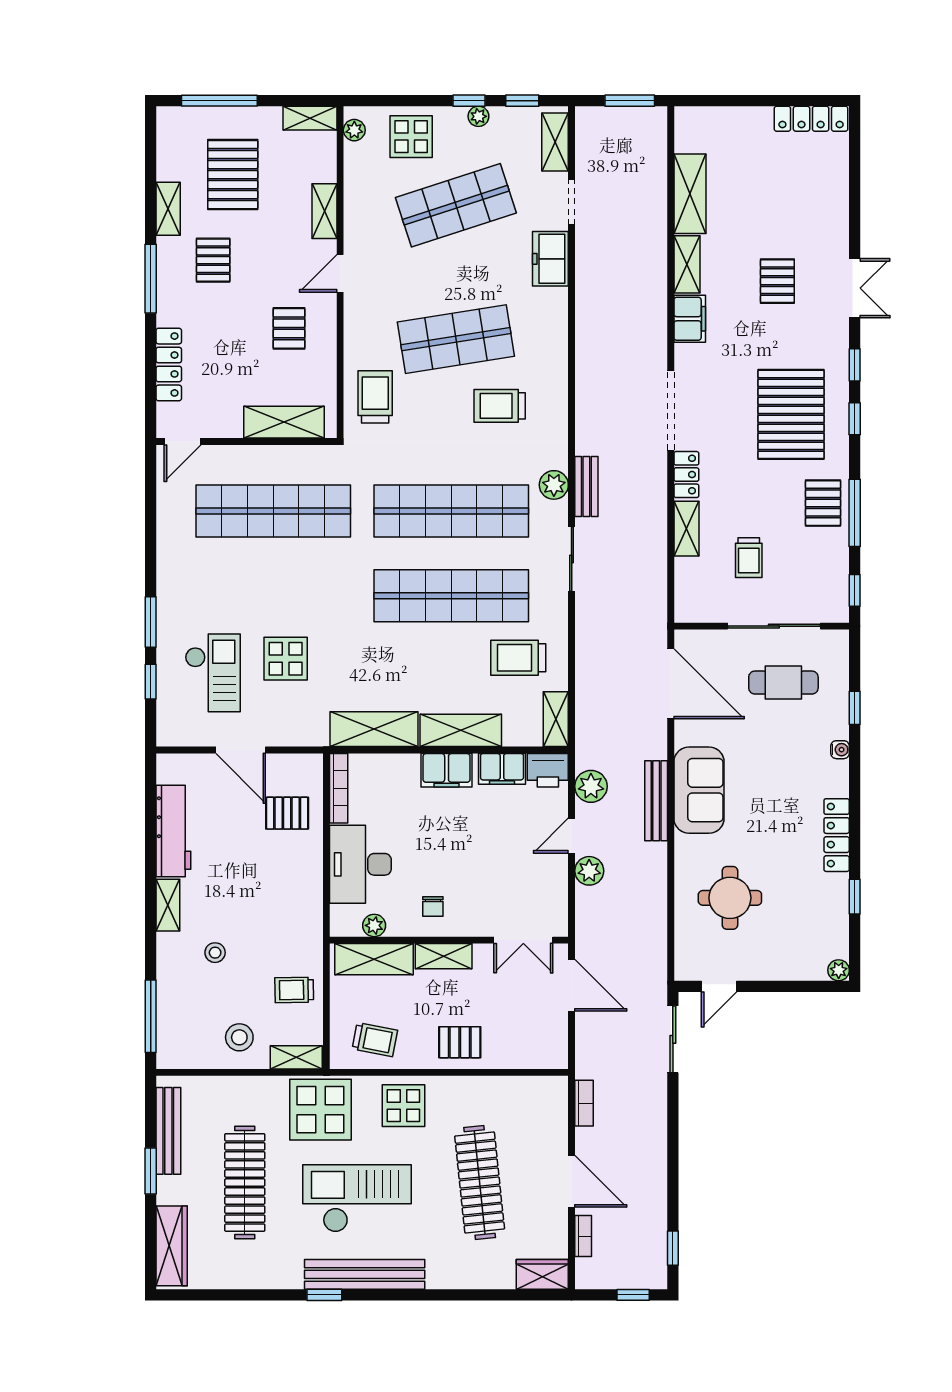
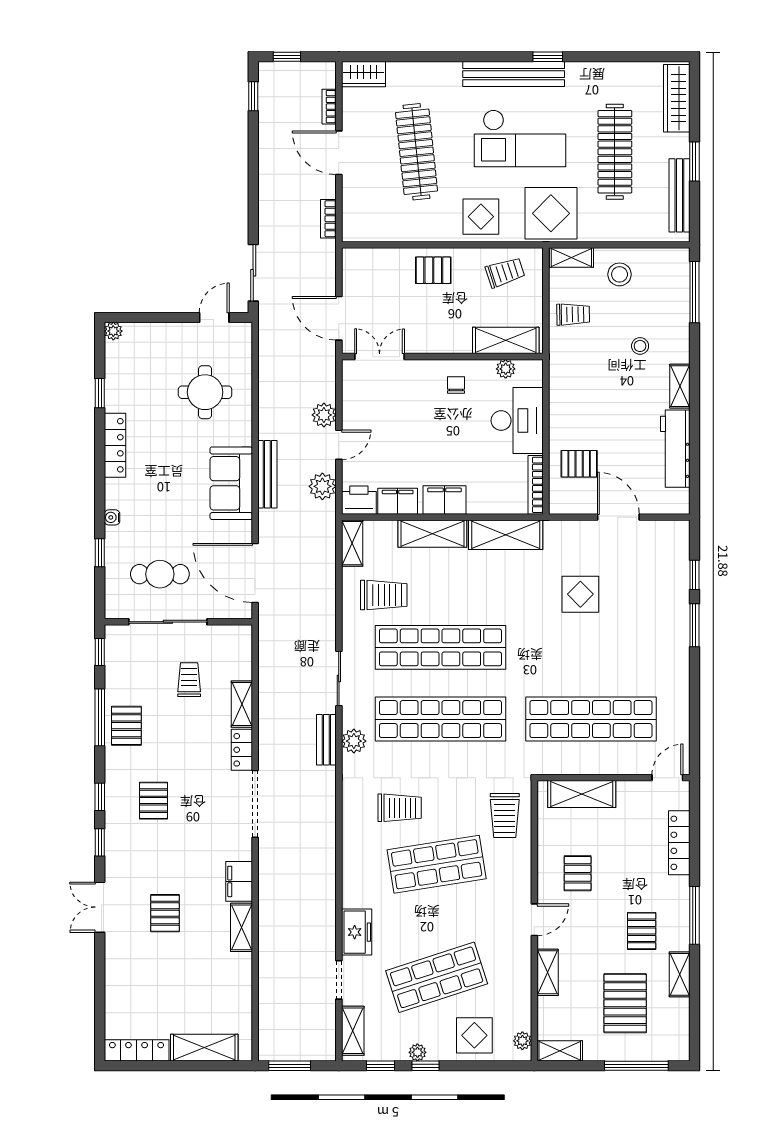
shelving: (690, 194) -> (204, 1048), moved, turned 90
pallet: (791, 414) -> (153, 801), width x0.49, depth x0.50
checkout: (213, 673) -> (642, 582), removed
shelving: (444, 956) -> (447, 343), removed
trolley: (375, 1040) -> (505, 272), turned 151

